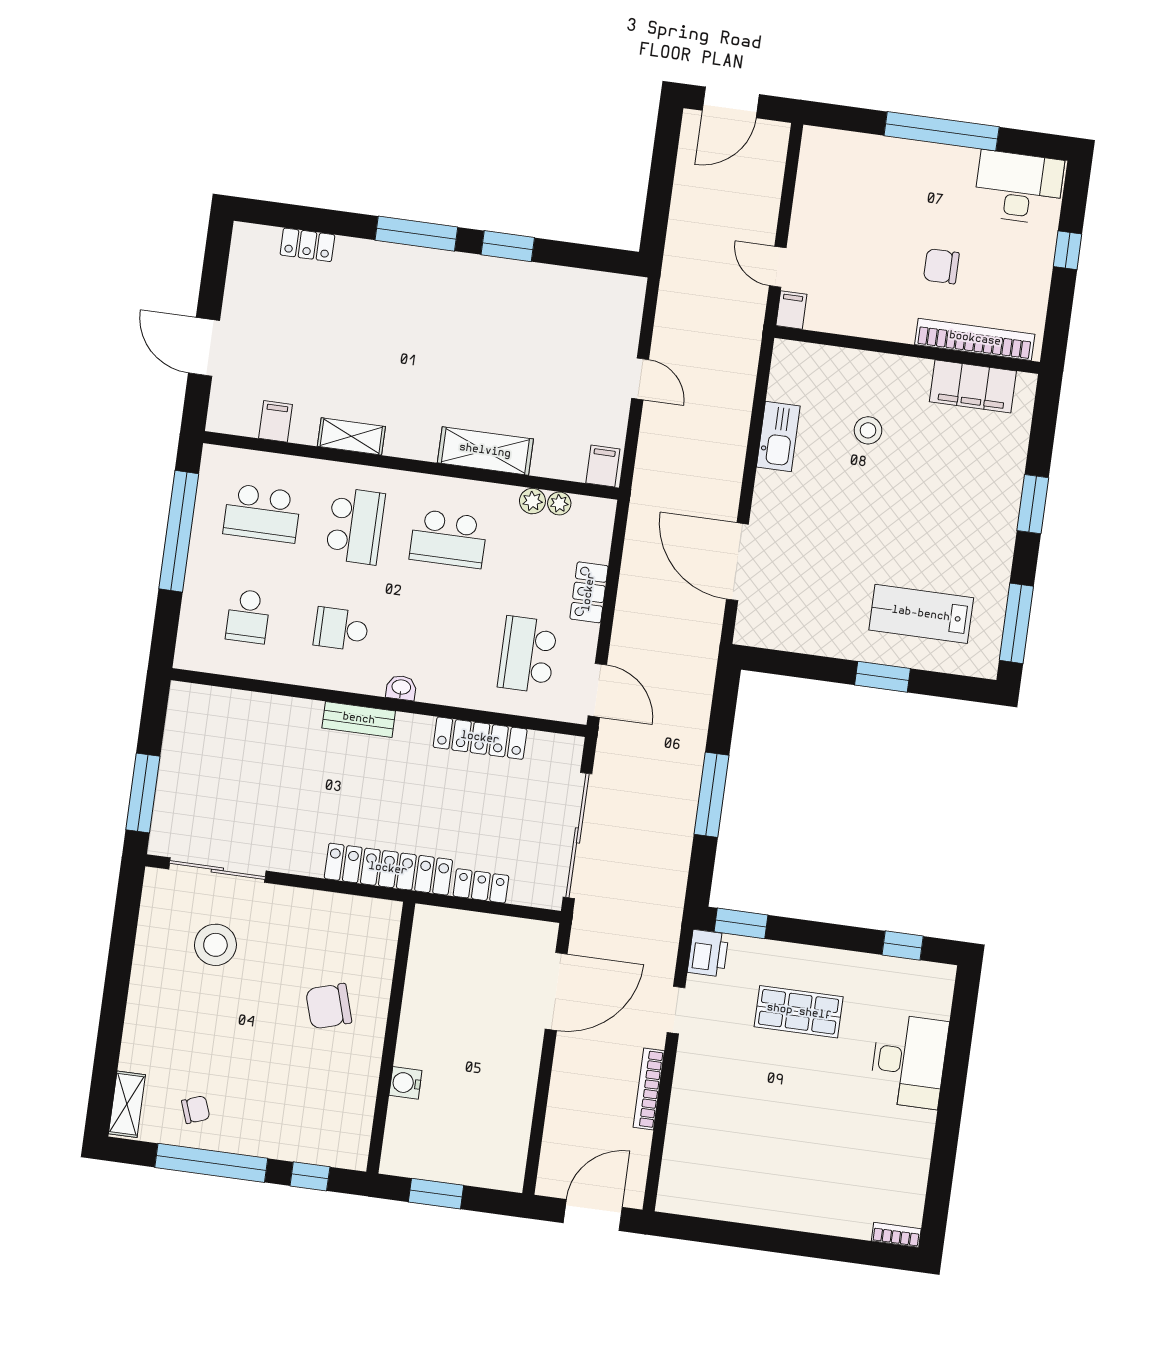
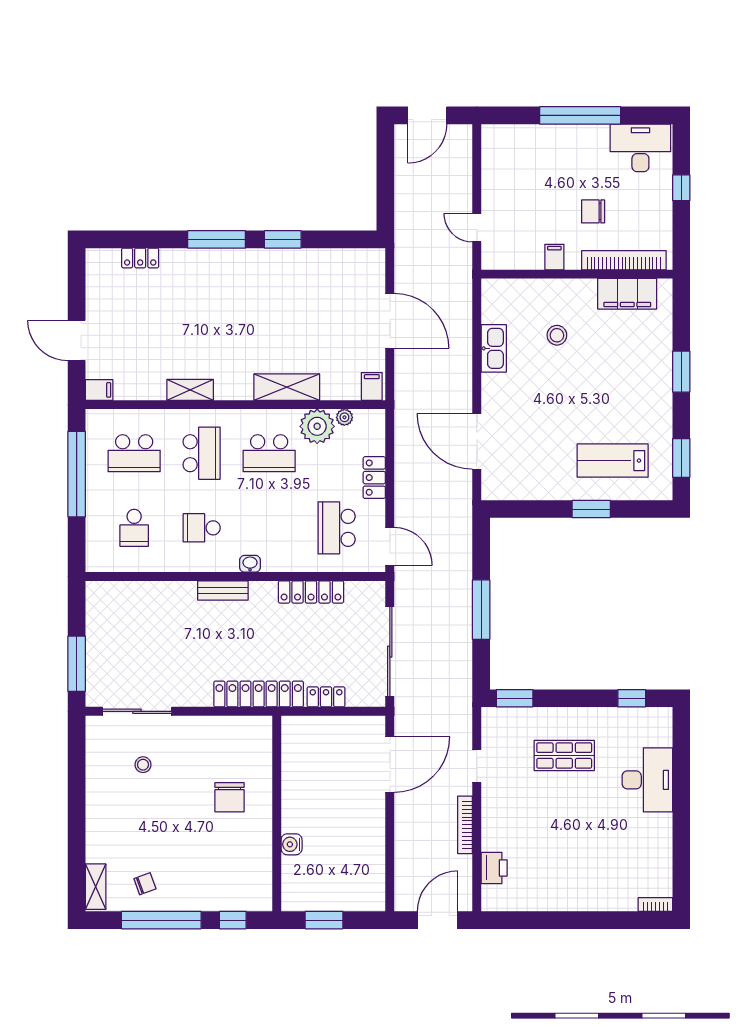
filing cabinet: (791, 310) -> (554, 257), moved
door: (640, 379) -> (390, 321), width x1.88
filing cabinet: (276, 421) -> (99, 390), moved, turned 90
plant: (532, 501) -> (317, 426), width x1.88, depth x1.88
window: (1016, 623) -> (681, 458), width x0.69
stool: (215, 945) -> (143, 765), width x0.53, depth x0.53
printer: (708, 953) -> (494, 868), moved
chair: (329, 1006) -> (230, 797), turned -73

